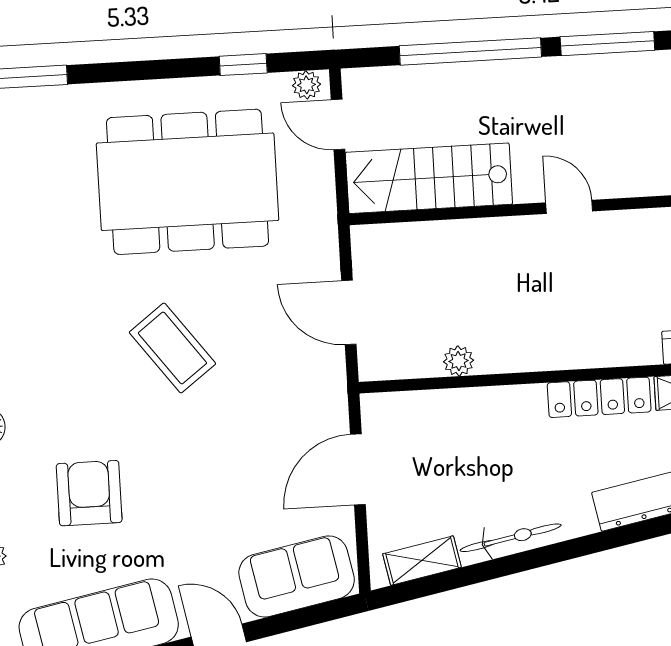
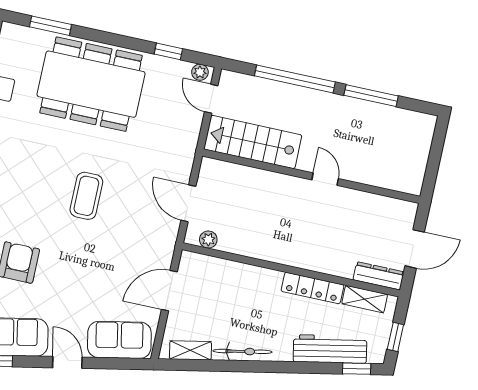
dining table: (188, 182) -> (91, 84), moved
coffee table: (172, 348) -> (86, 196), turned 37
plant: (458, 361) -> (208, 240), moved

